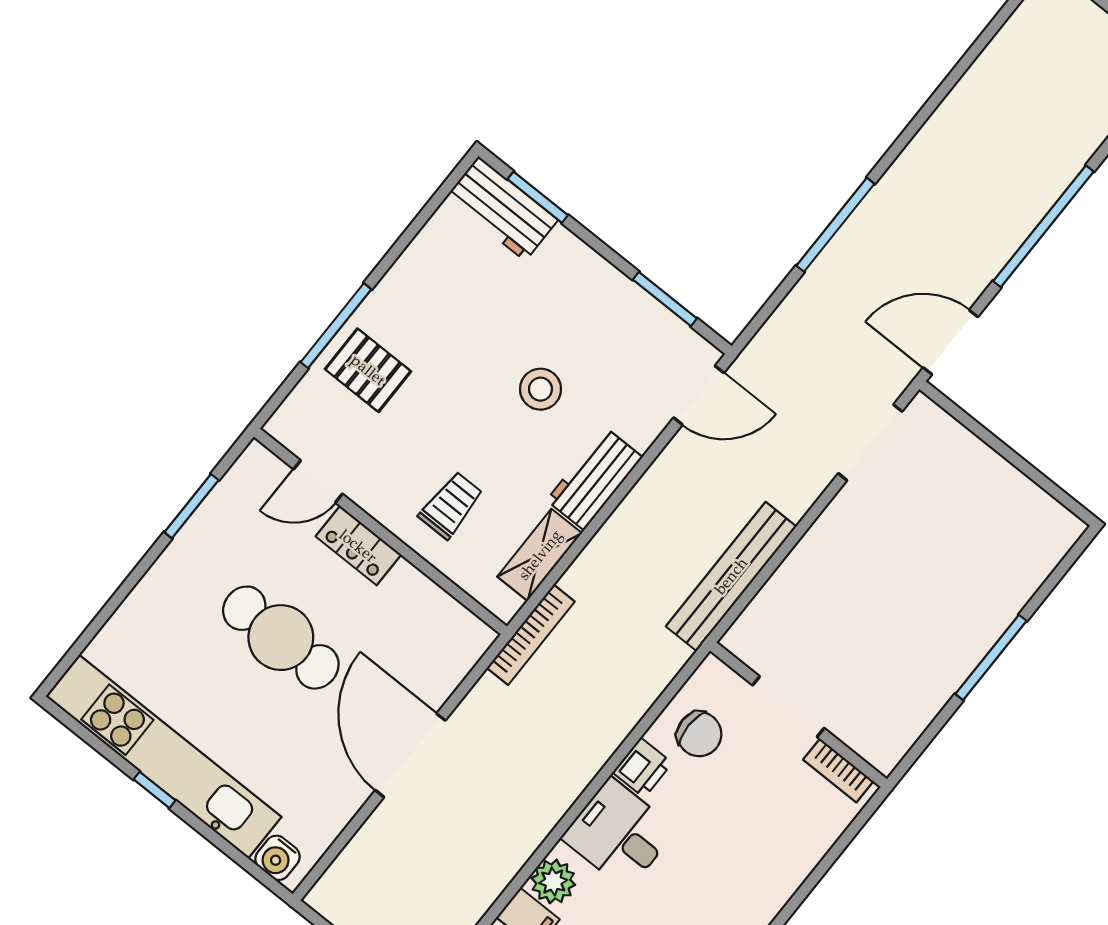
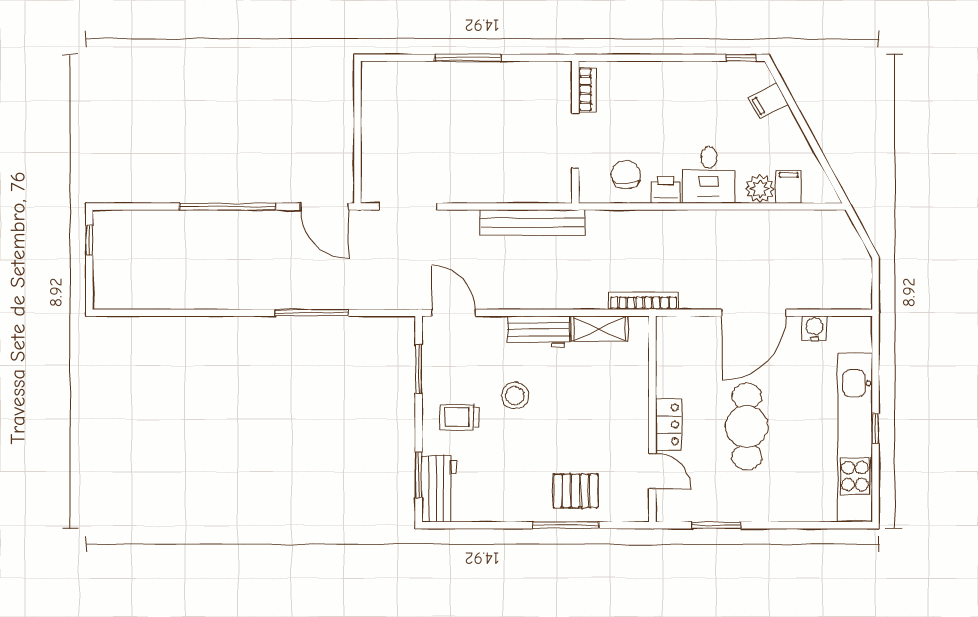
pallet: (368, 370) -> (576, 491), turned 90
trolley: (451, 505) -> (460, 417), moved
water cooler: (277, 858) -> (814, 328), moved, turned -90

